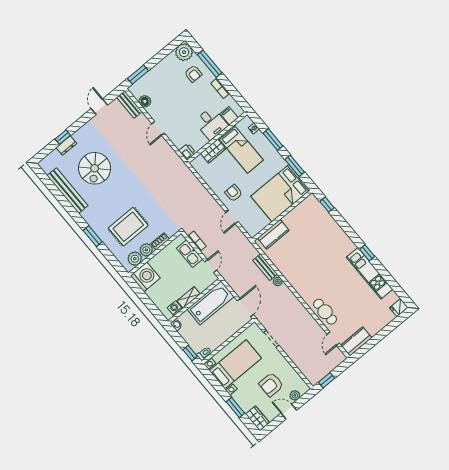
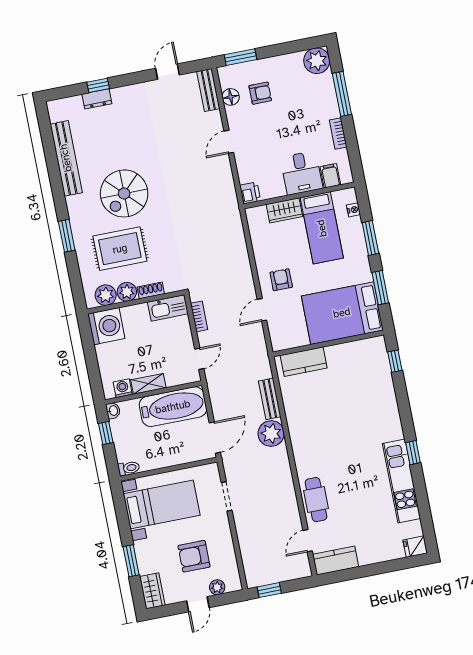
armchair: (193, 74) -> (260, 93), moved, turned -90
spiral stairs: (95, 168) -> (124, 193), moved
kitchen sink: (190, 254) -> (168, 308), moved, turned -90
plant: (278, 281) -> (271, 434), width x1.88, depth x1.88
window: (190, 353) -> (106, 433), moved
door: (289, 412) -> (198, 604), swing flipped

